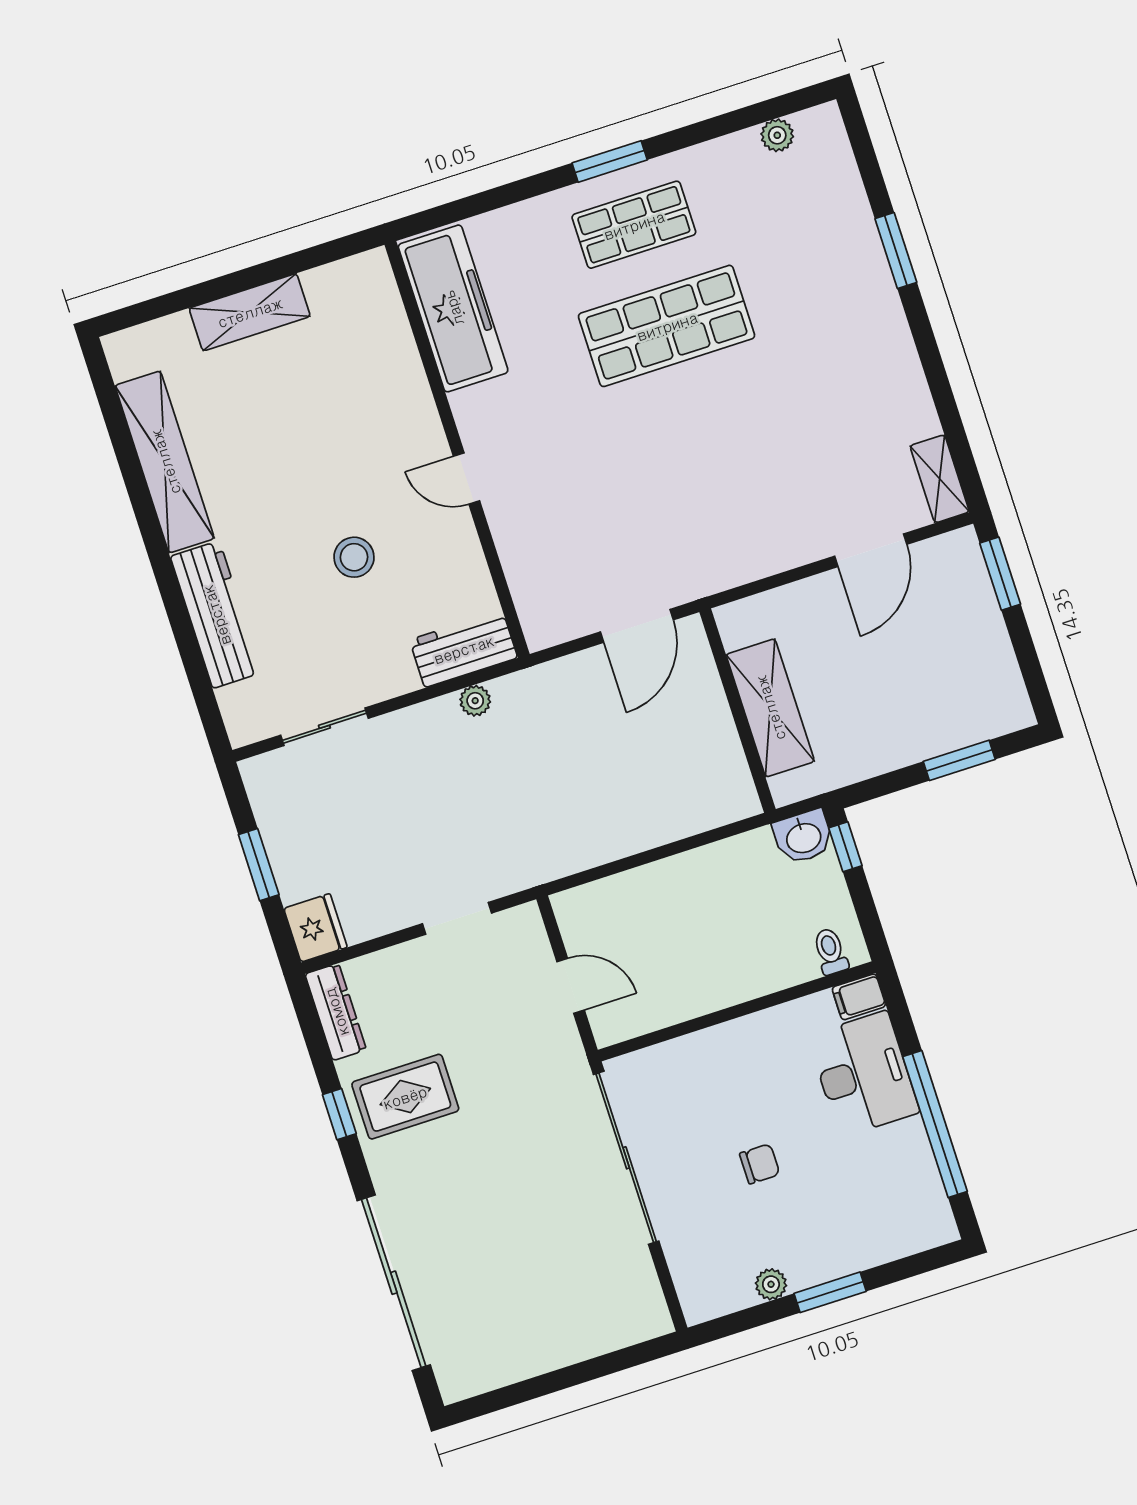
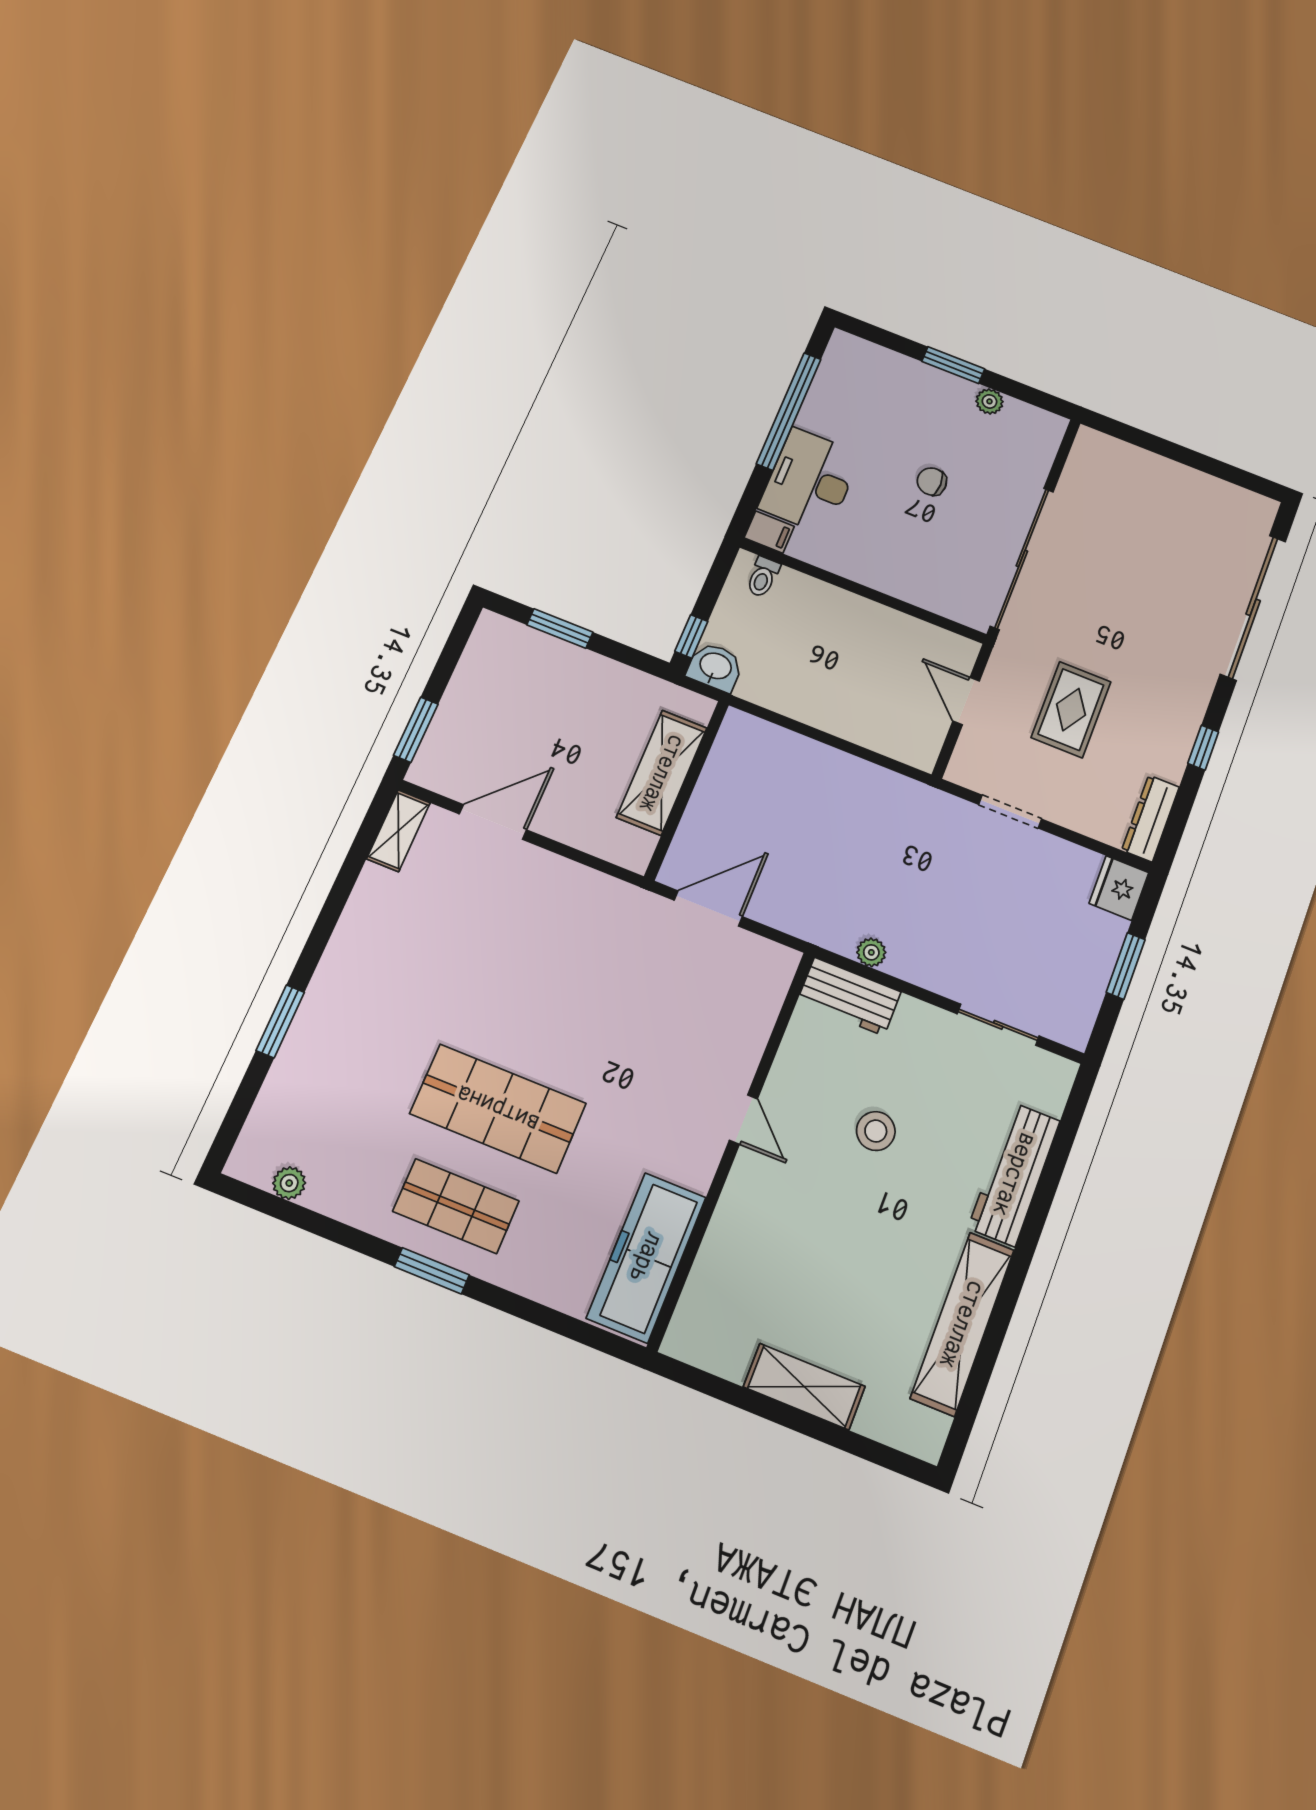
rug: (405, 1097) -> (1071, 710), moved, turned 90

